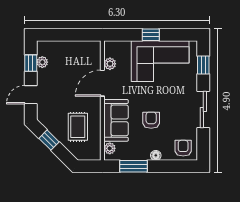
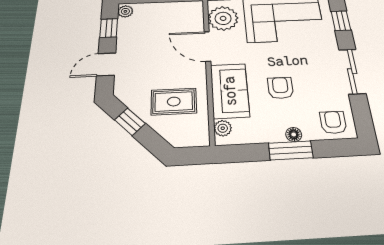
plant: (42, 62) -> (125, 11), moved
plant: (110, 64) -> (223, 18), width x1.87, depth x1.87
door: (102, 83) -> (207, 46), hinge flipped
rug: (78, 127) -> (174, 102), turned 90
window: (134, 166) -> (291, 150), moved

